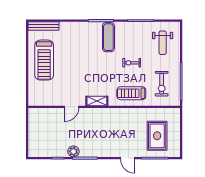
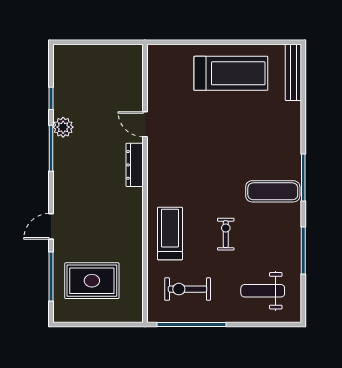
treadmill: (44, 60) -> (231, 73), turned 180
shelving: (97, 101) -> (156, 170), removed
dresser: (94, 112) -> (135, 165), added

